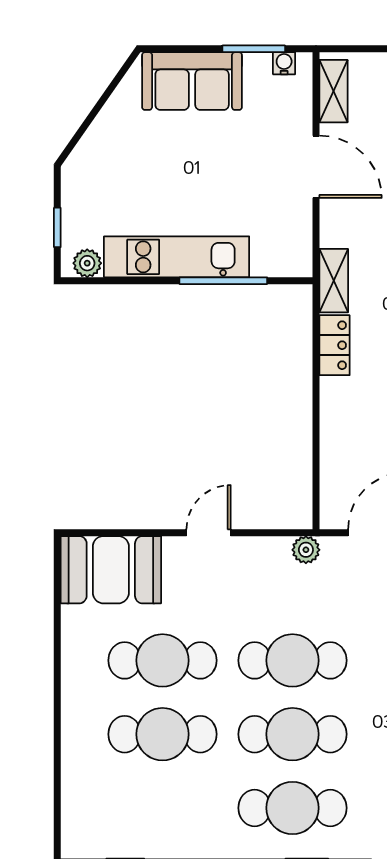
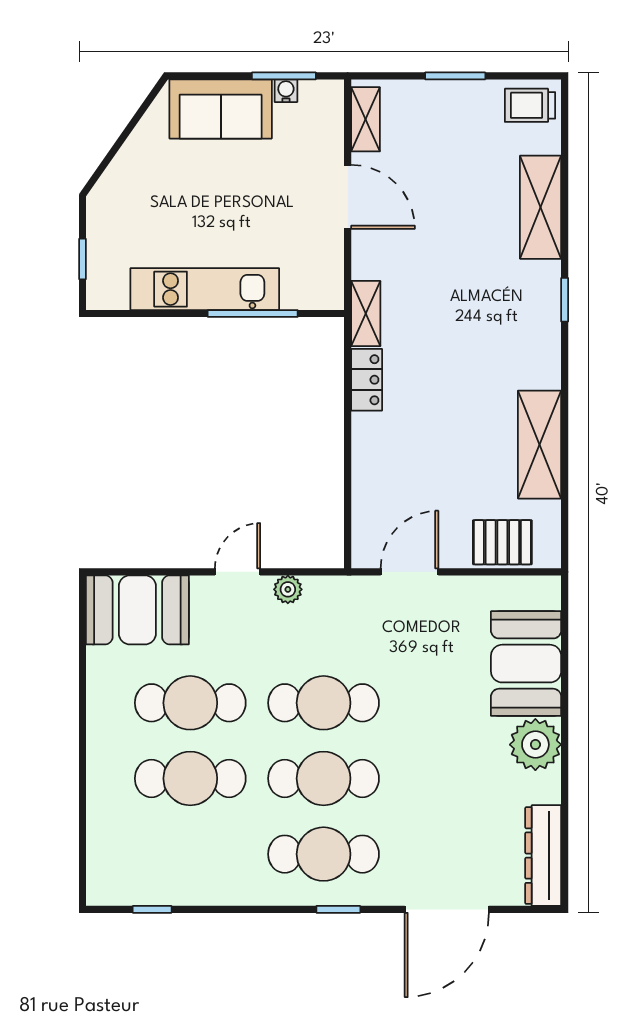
water cooler: (284, 63) -> (286, 91), moved
plant: (87, 263) -> (113, 296), removed
plant: (306, 550) -> (288, 589), moved

